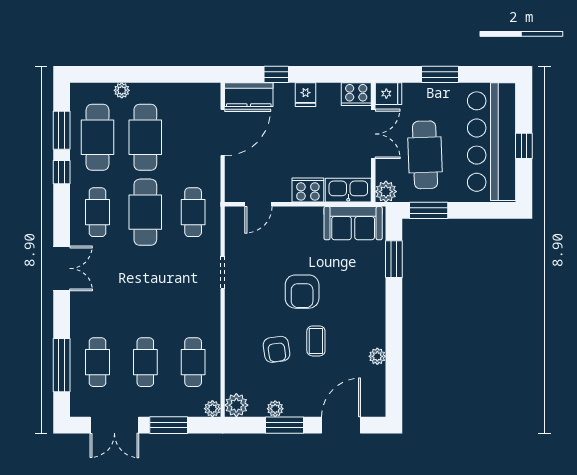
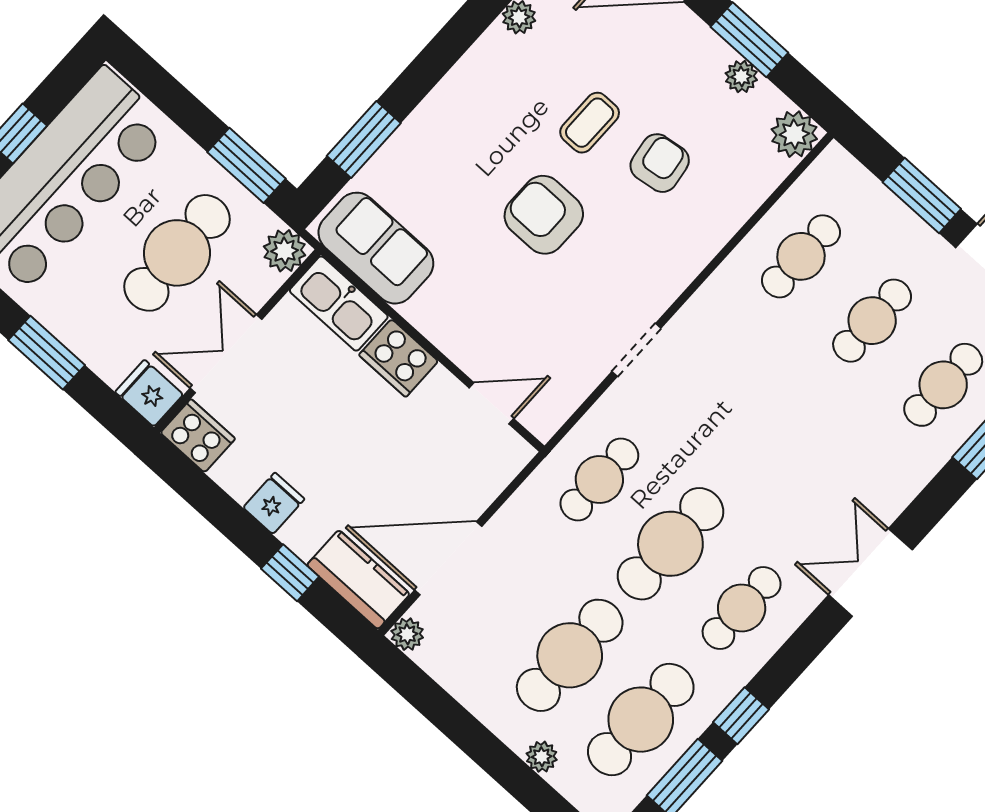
armchair: (302, 292) -> (544, 215), turned -90
plant: (212, 409) -> (407, 634), moved

